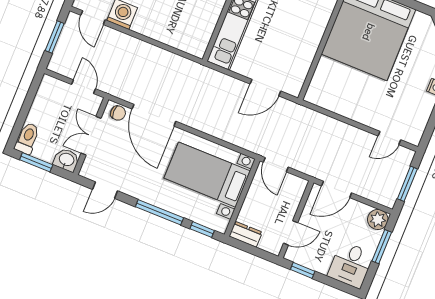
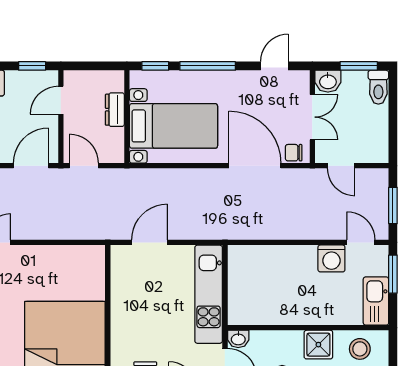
door: (276, 165) -> (84, 166), moved
dresser: (246, 234) -> (115, 110), moved, turned 90

